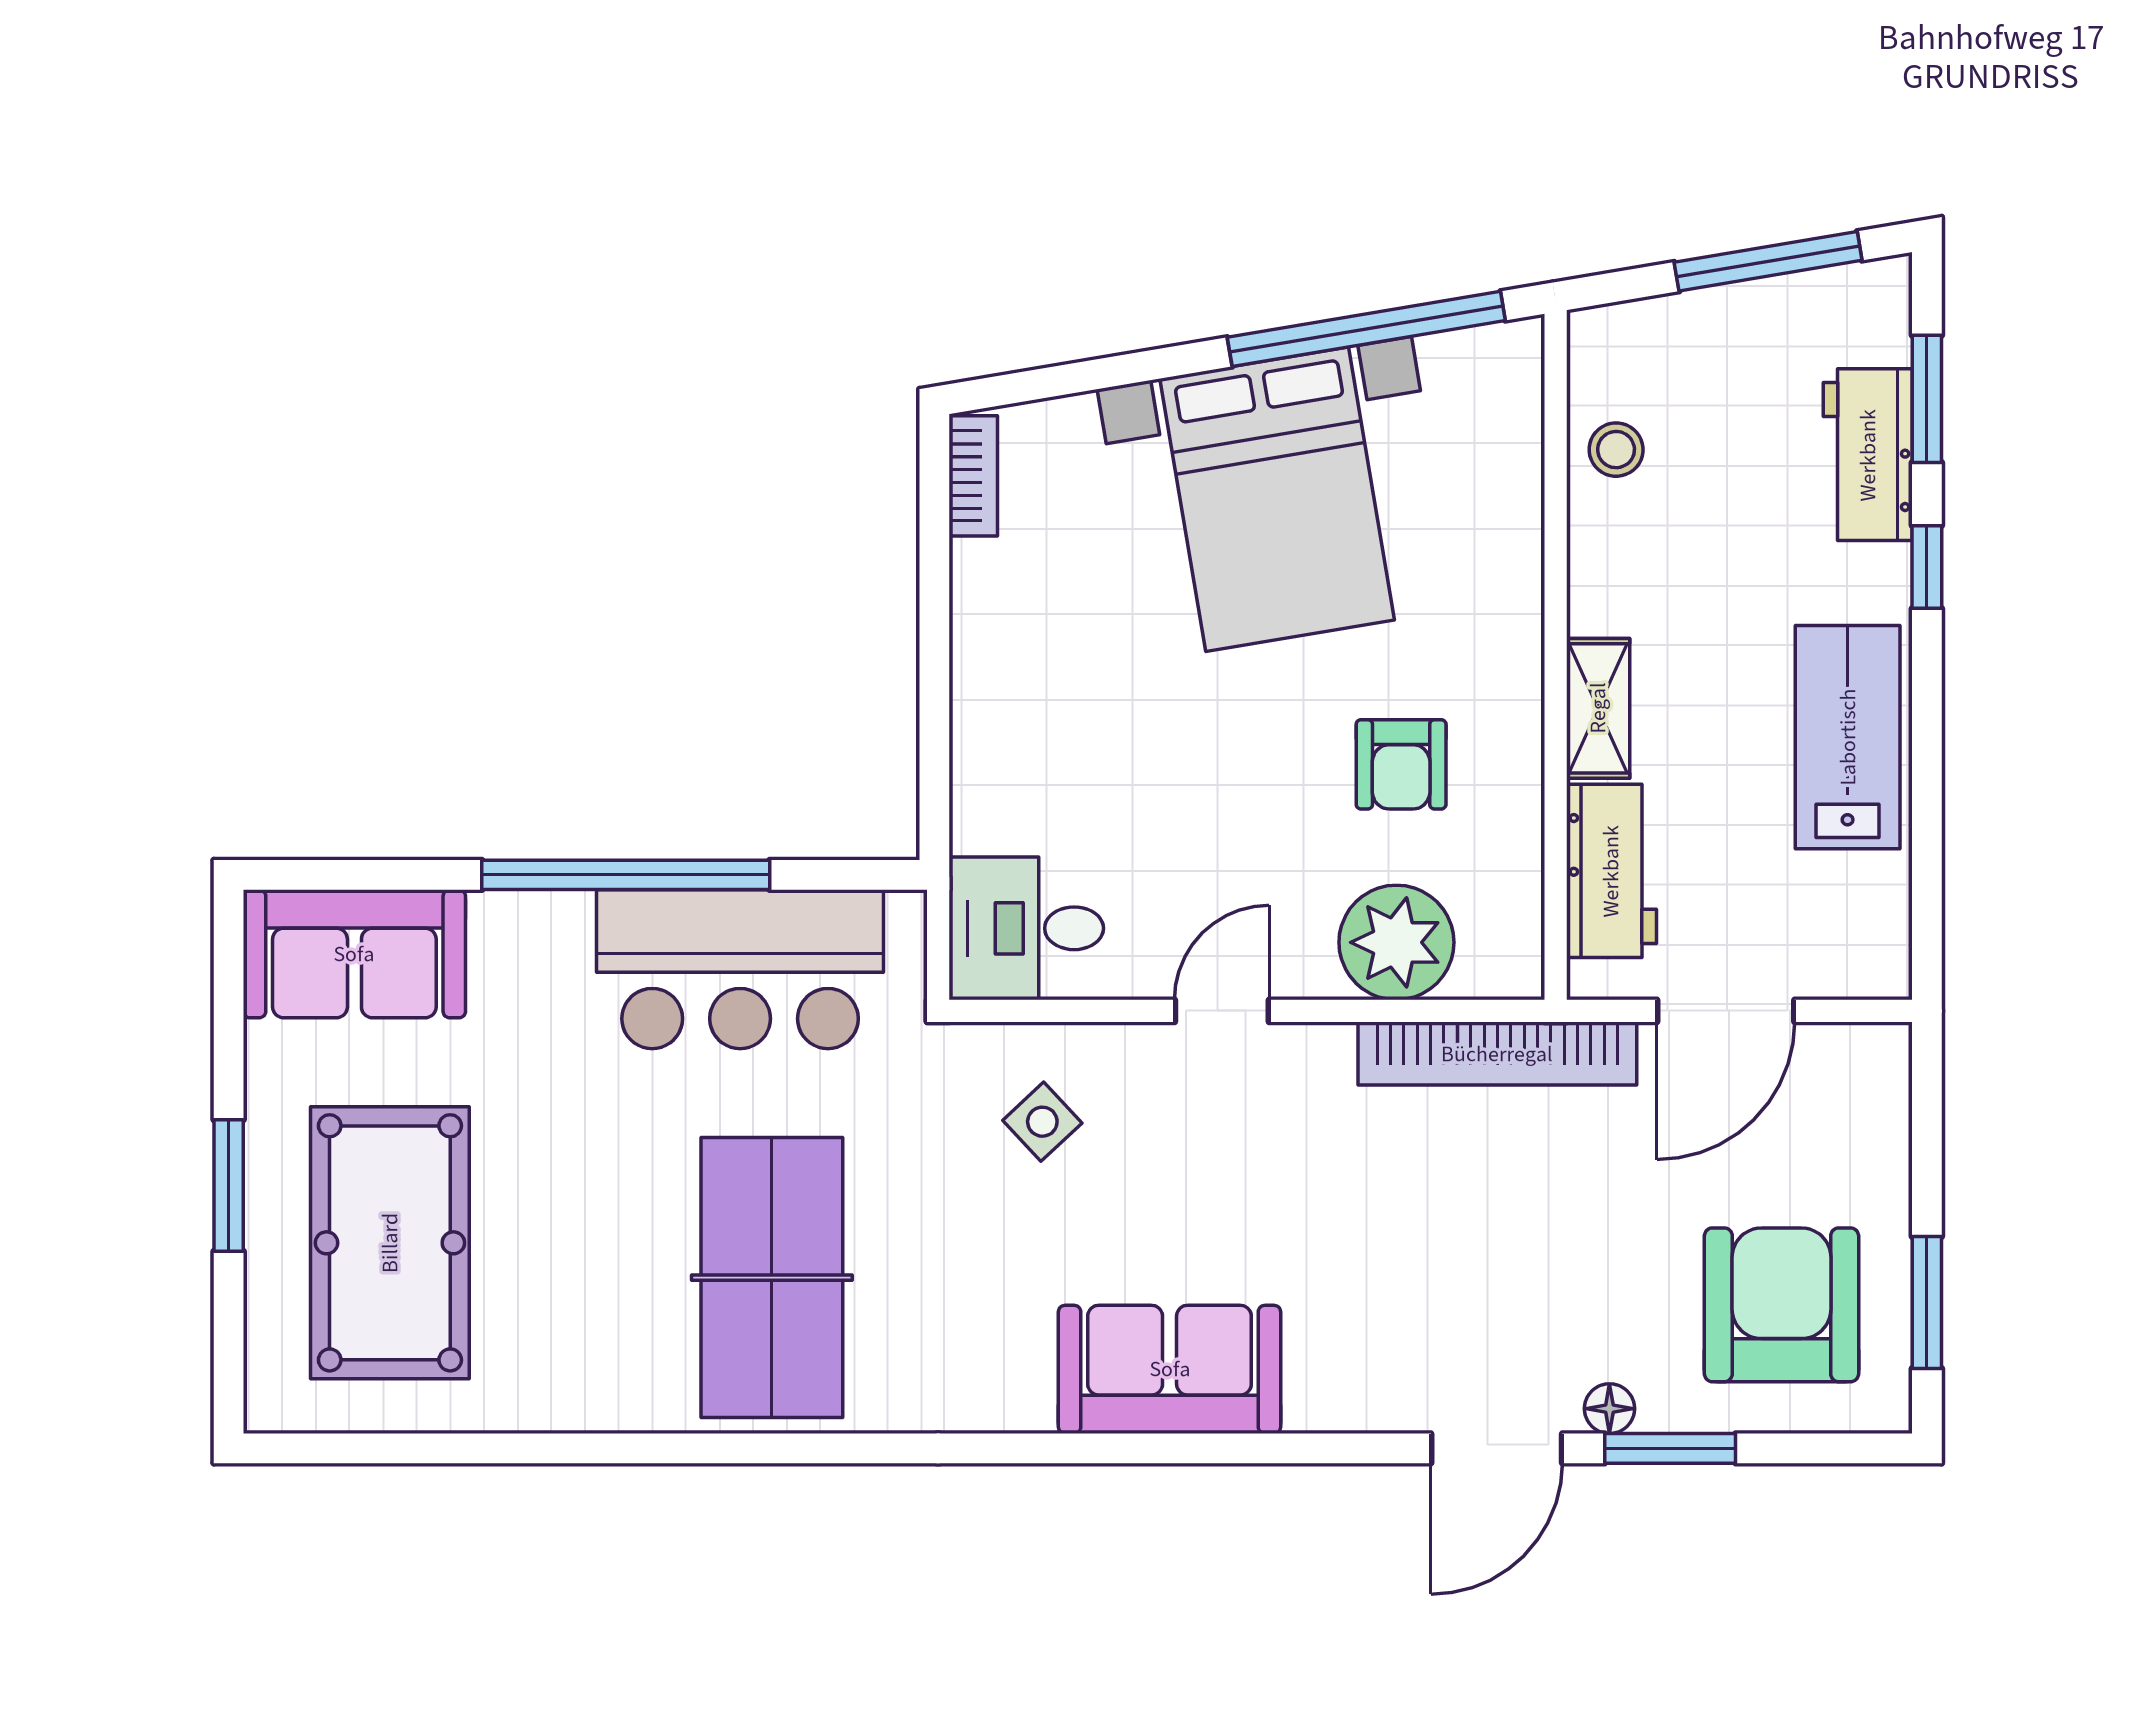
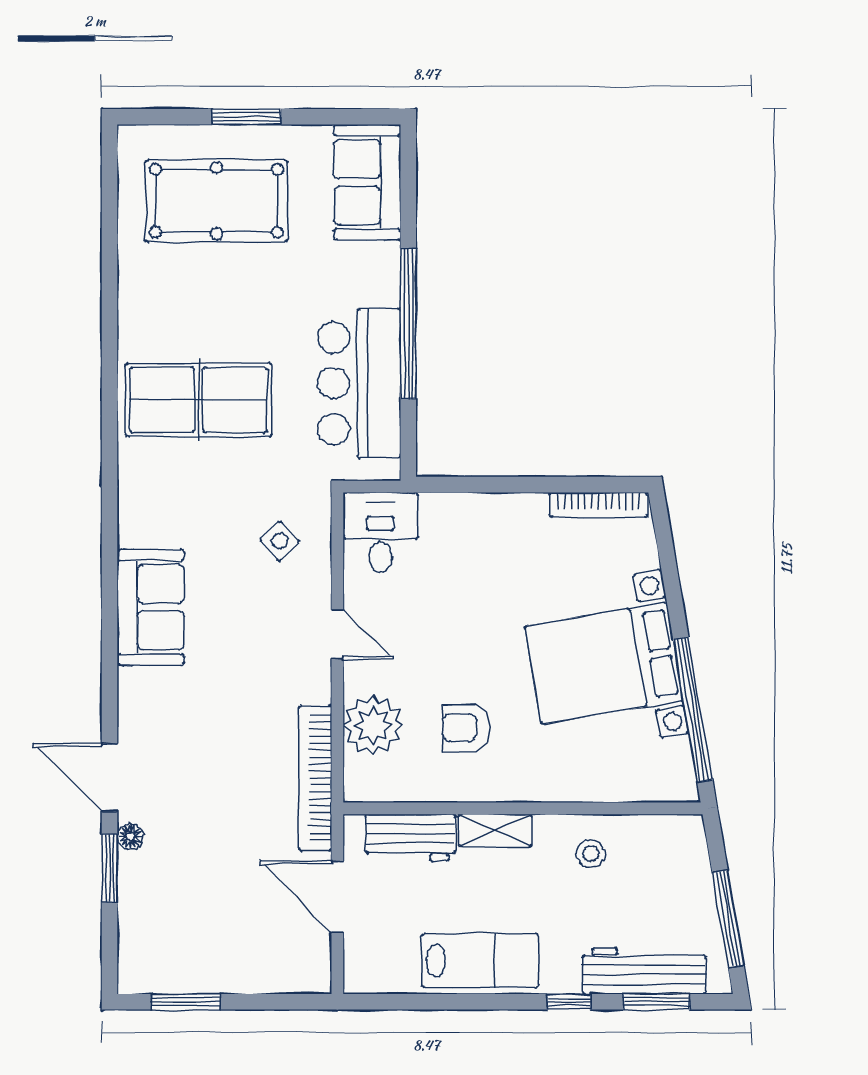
stool: (1616, 450) -> (591, 854), moved
workbench: (1868, 455) -> (644, 971), width x1.38
bookcase: (973, 476) -> (599, 505), width x1.56
armchair: (1781, 1305) -> (184, 926), removed

